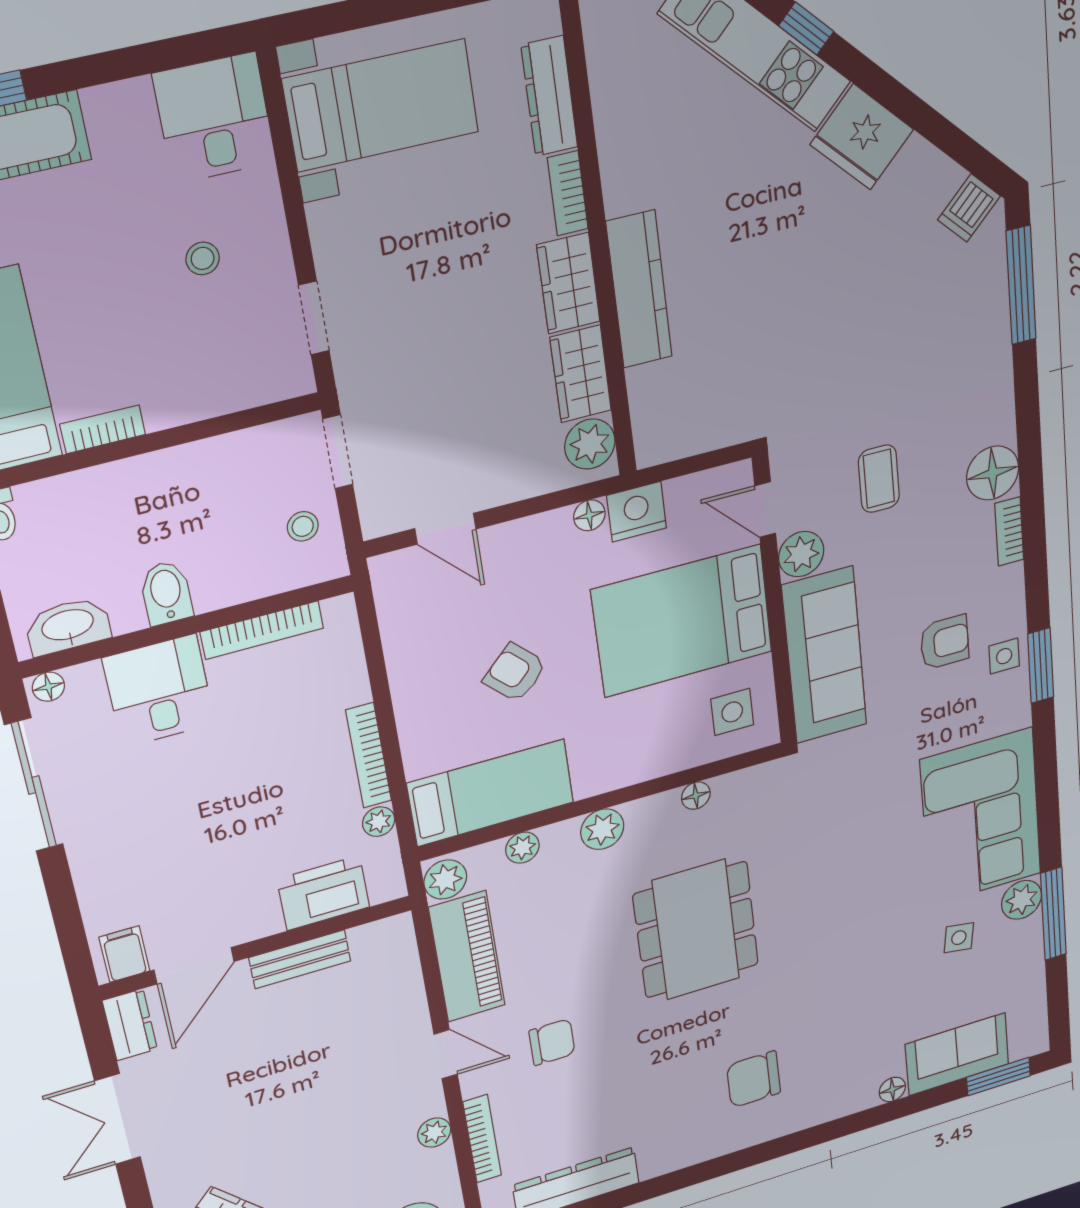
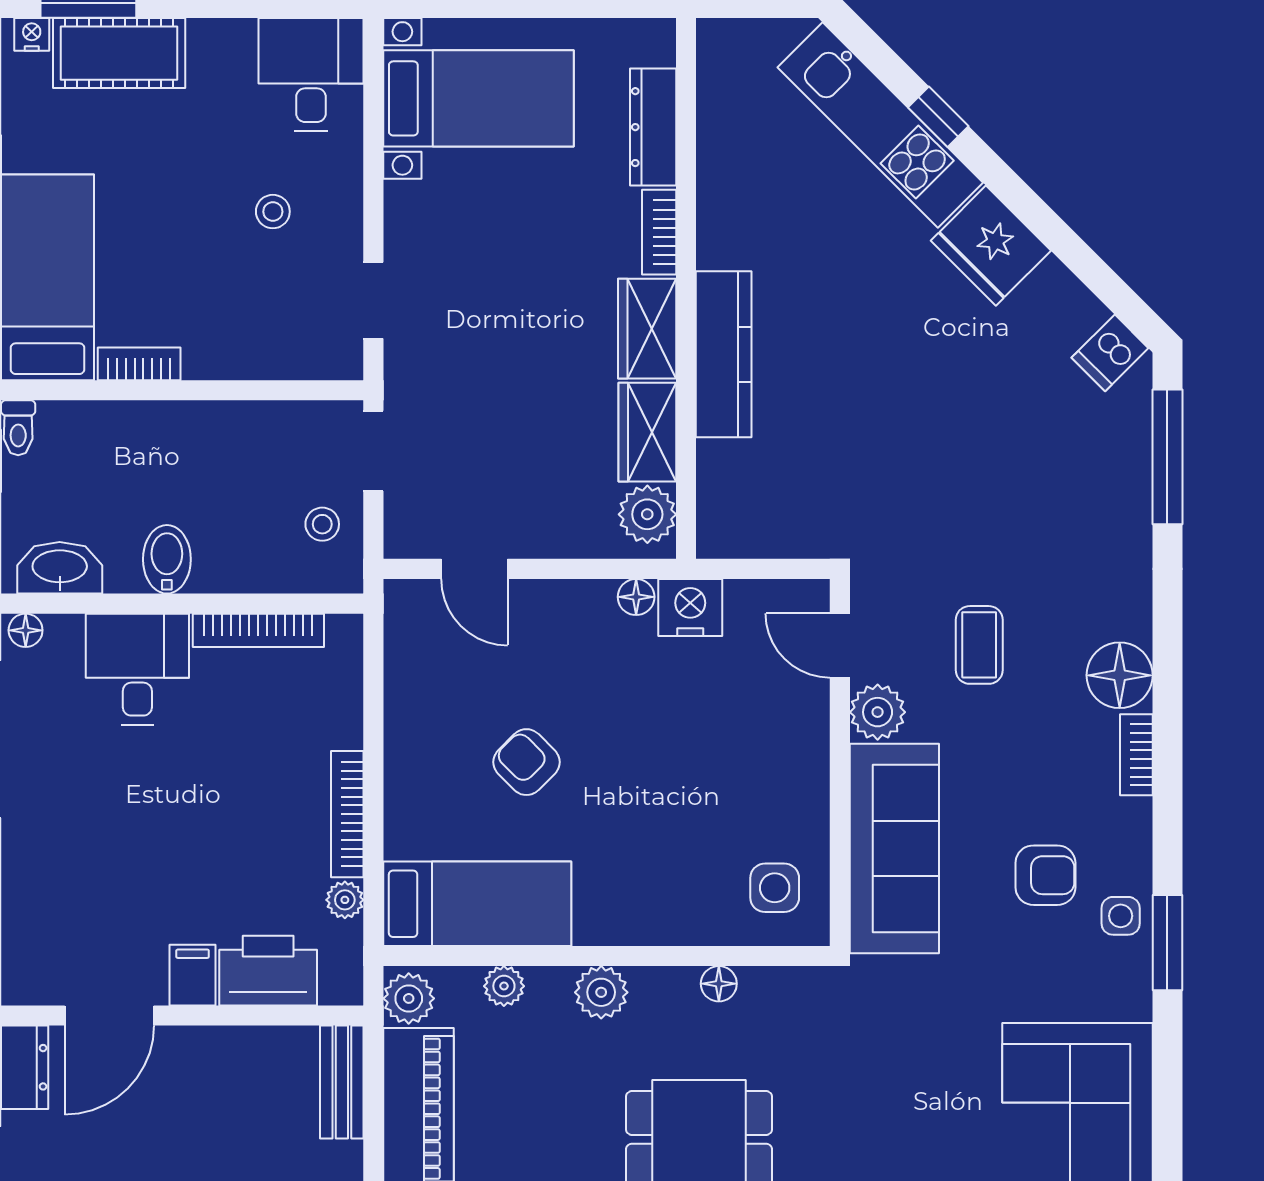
bed: (682, 621) -> (728, 755), removed
filing cabinet: (124, 954) -> (193, 975), moved
bench: (300, 959) -> (342, 1082), moved, turned 90

